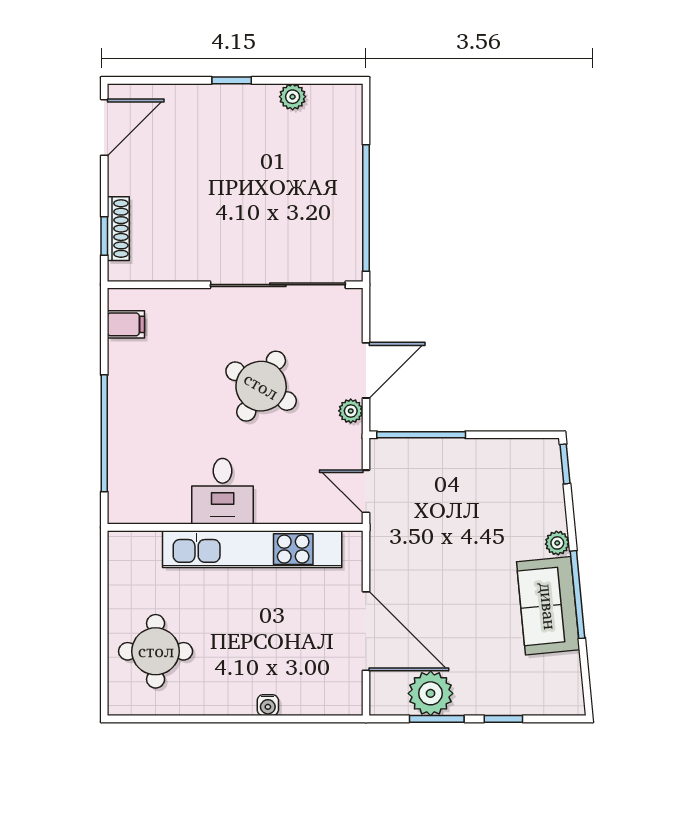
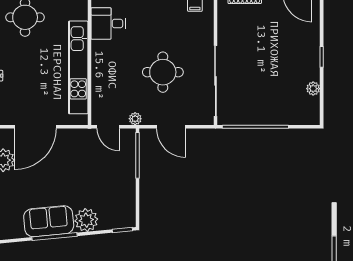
round table: (261, 386) -> (163, 72), turned -30
plant: (351, 411) -> (135, 119), moved
desk: (223, 491) -> (108, 24), moved
door: (366, 491) -> (108, 127), swing flipped
plant: (557, 543) -> (86, 220), width x1.88, depth x1.88

